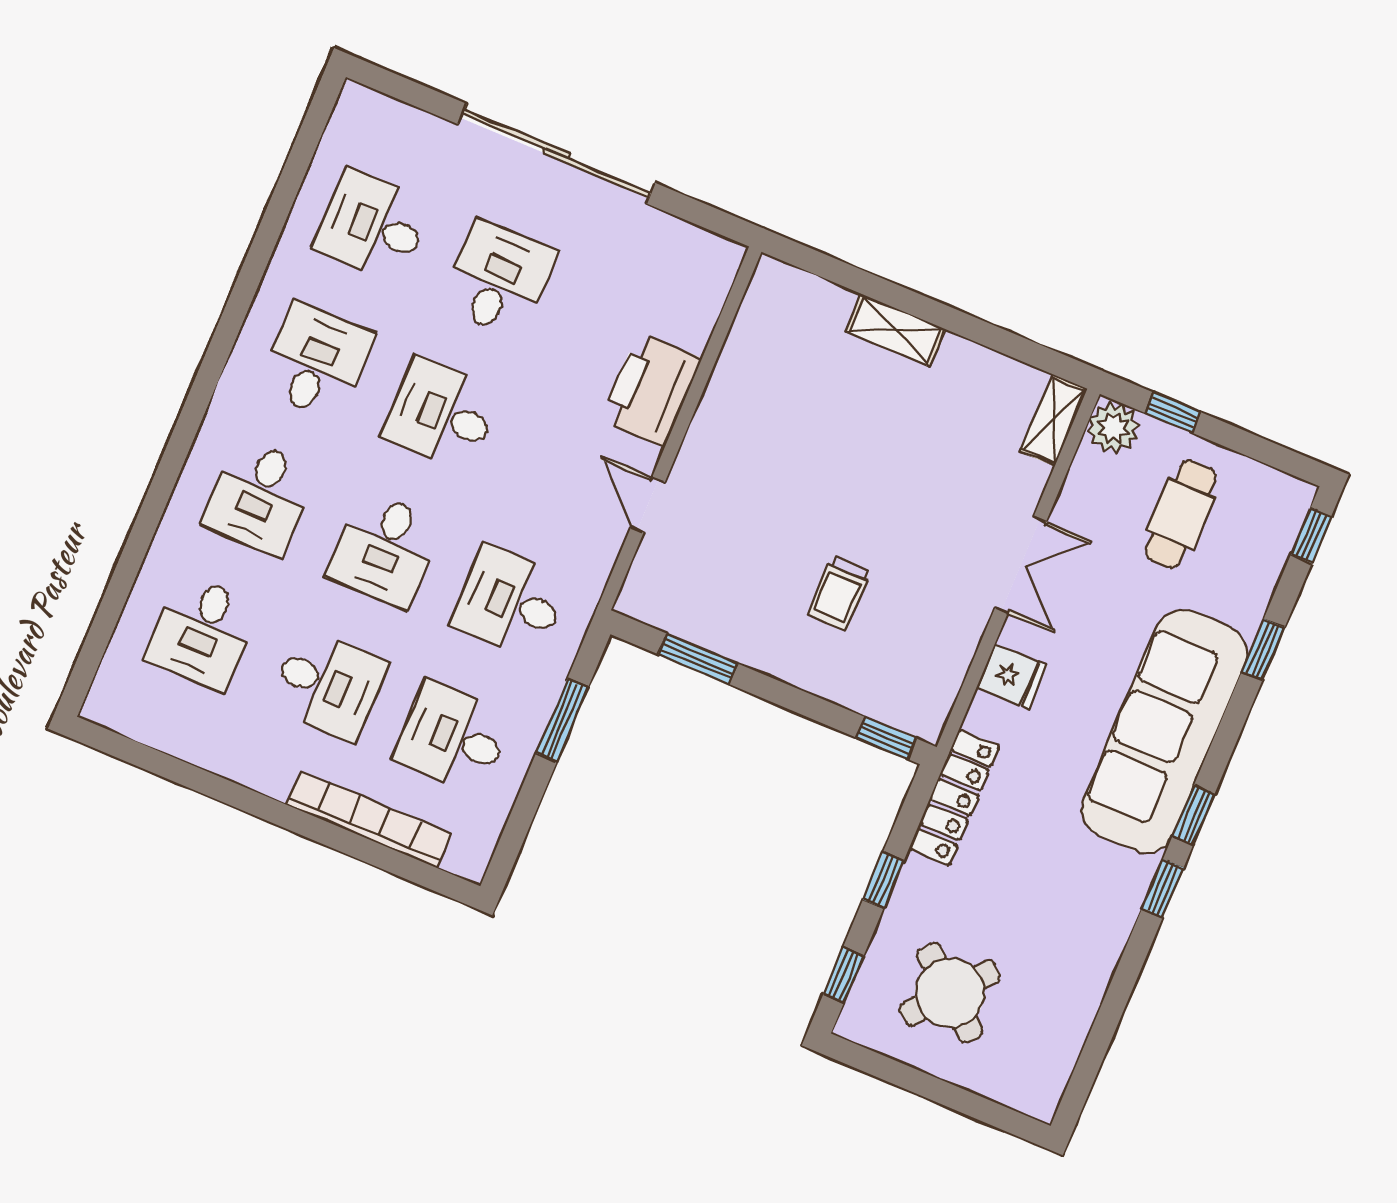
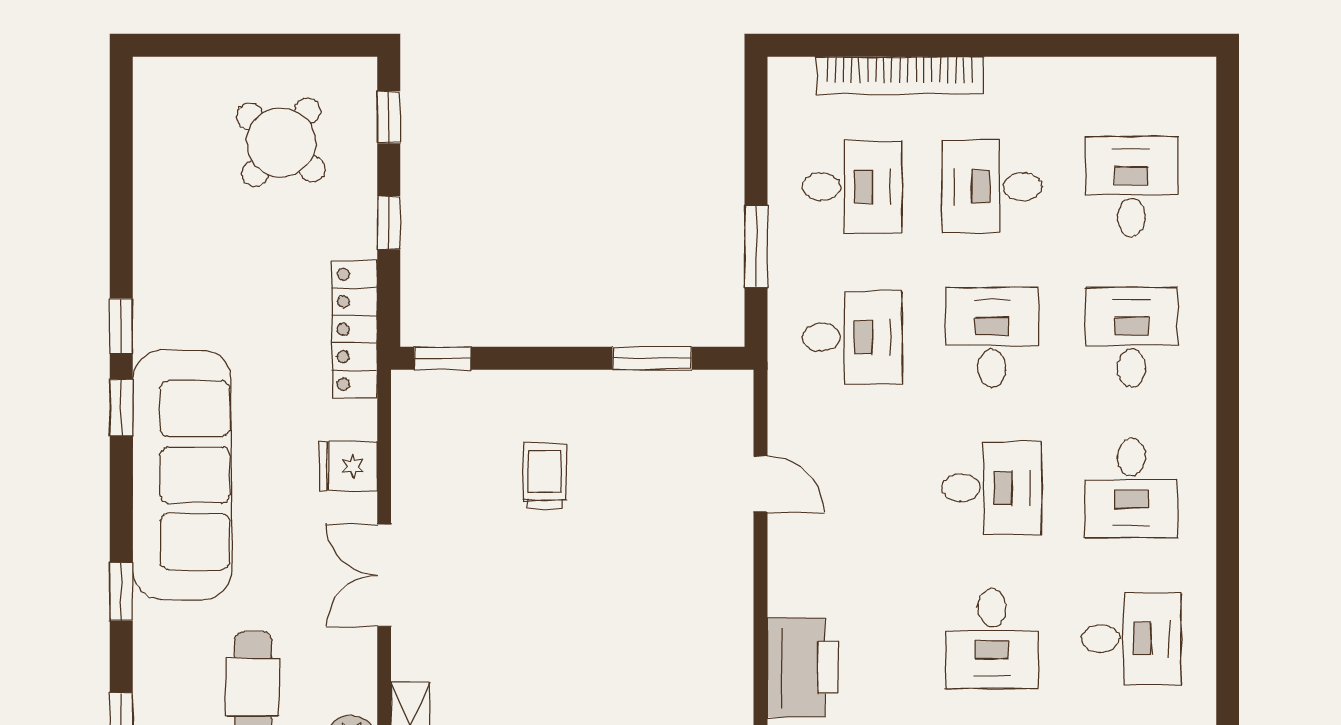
printer: (651, 389) -> (803, 667), moved

